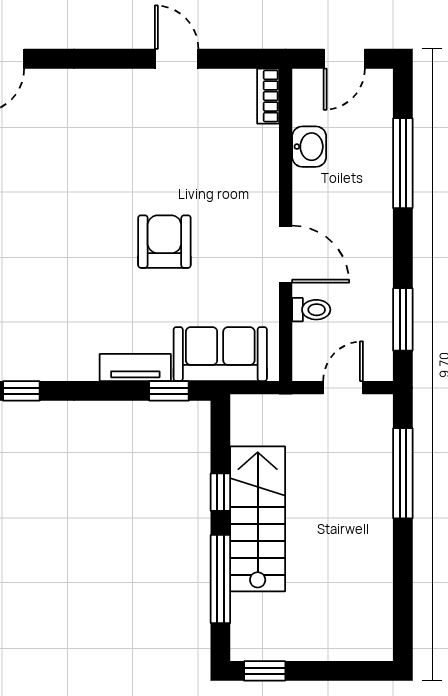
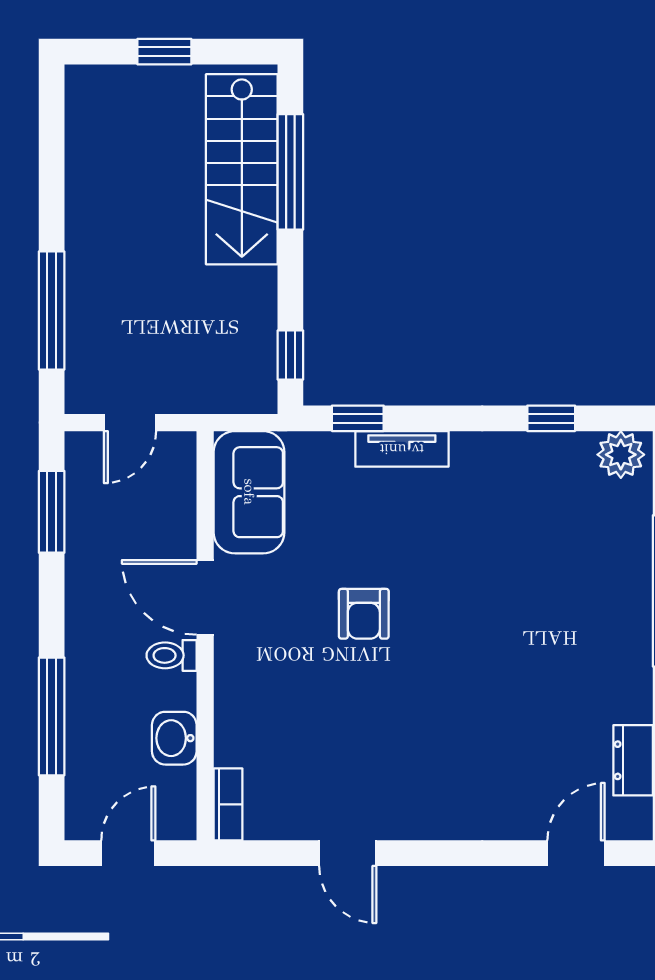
armchair: (164, 242) -> (364, 614), width x0.72, depth x0.72
toilet: (311, 310) -> (172, 655), moved
sofa: (220, 354) -> (249, 492), moved, turned -90
window: (220, 492) -> (290, 355), moved
stairs: (258, 519) -> (242, 169), moved
window: (265, 671) -> (164, 52), moved

